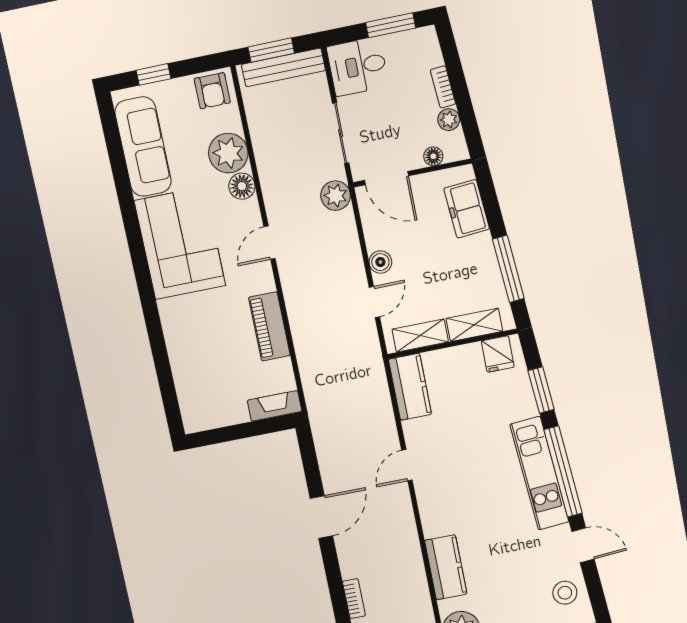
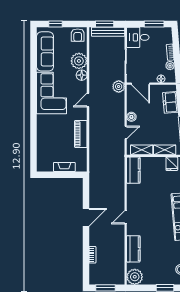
fireplace: (275, 406) -> (64, 167), moved
door: (407, 465) -> (126, 217), moved

